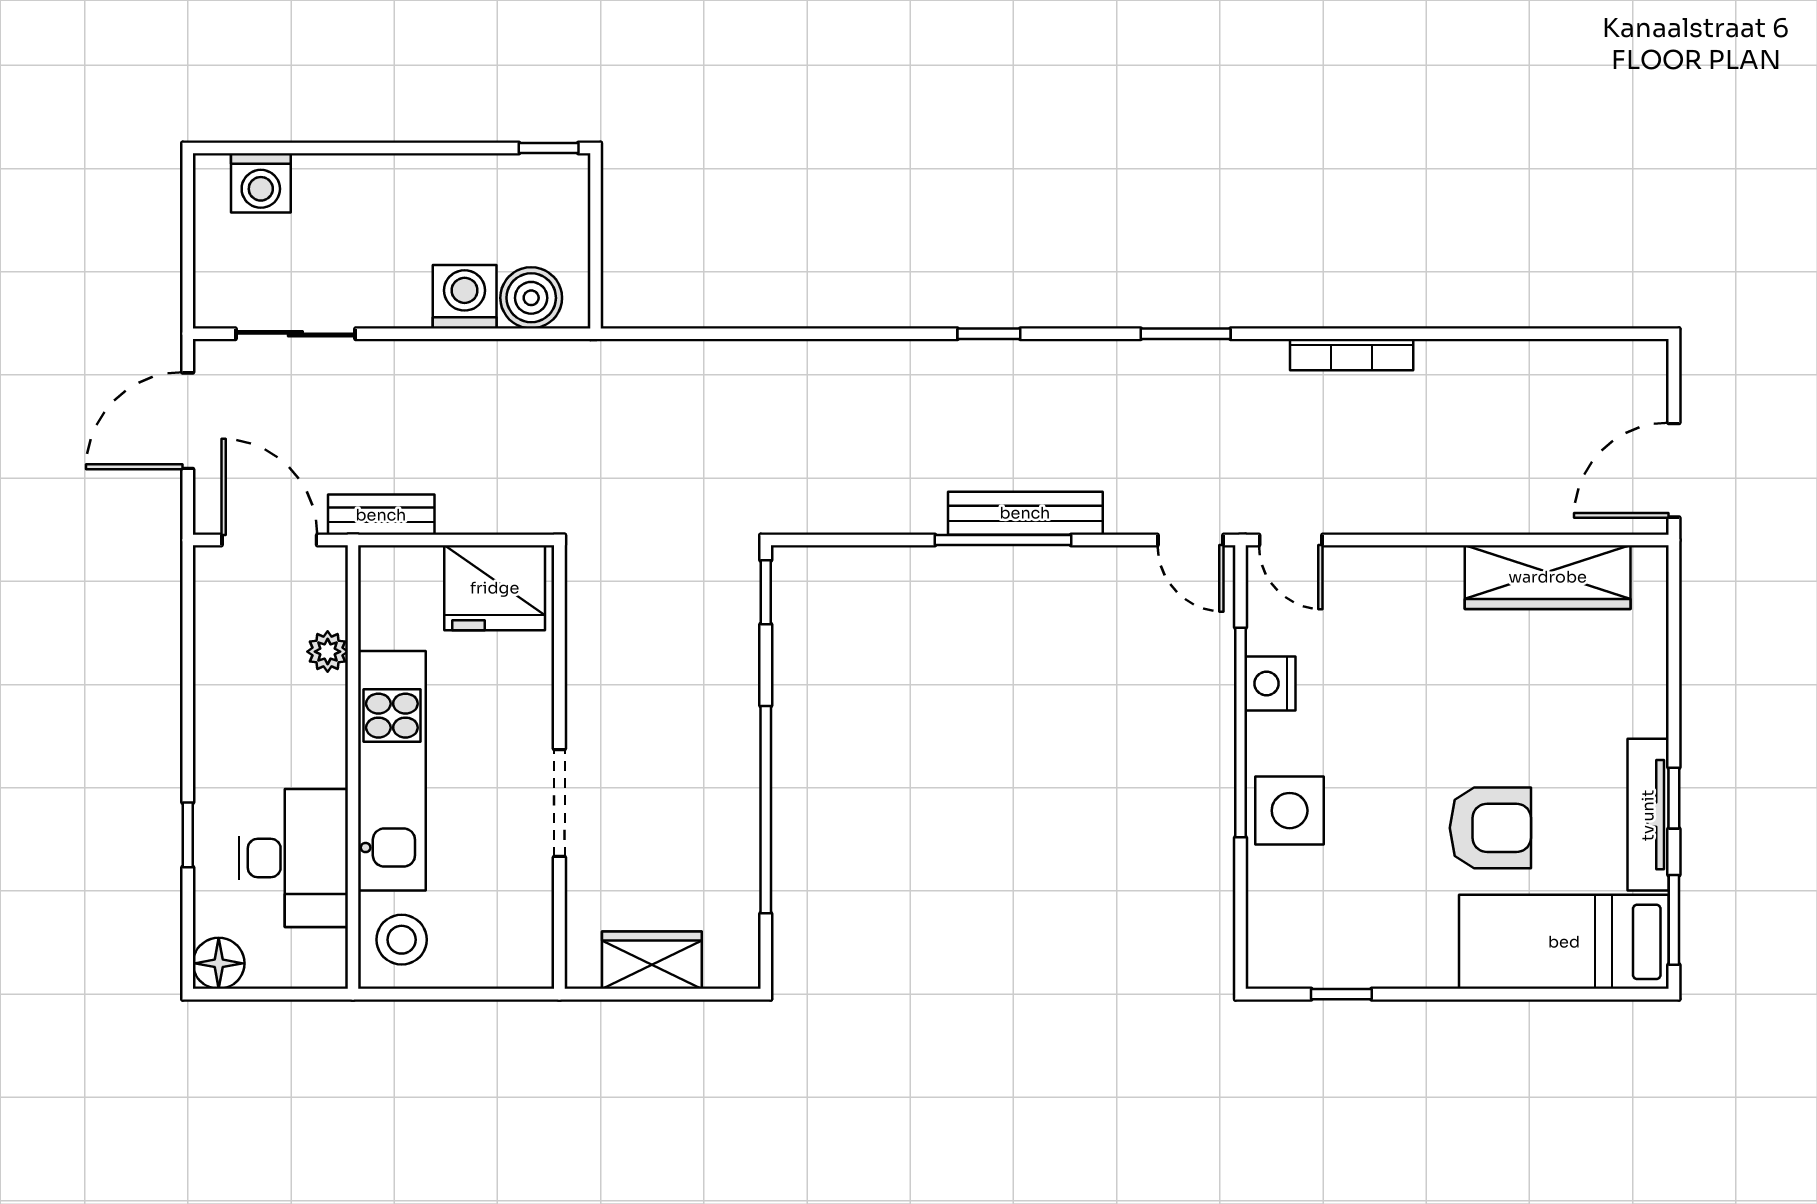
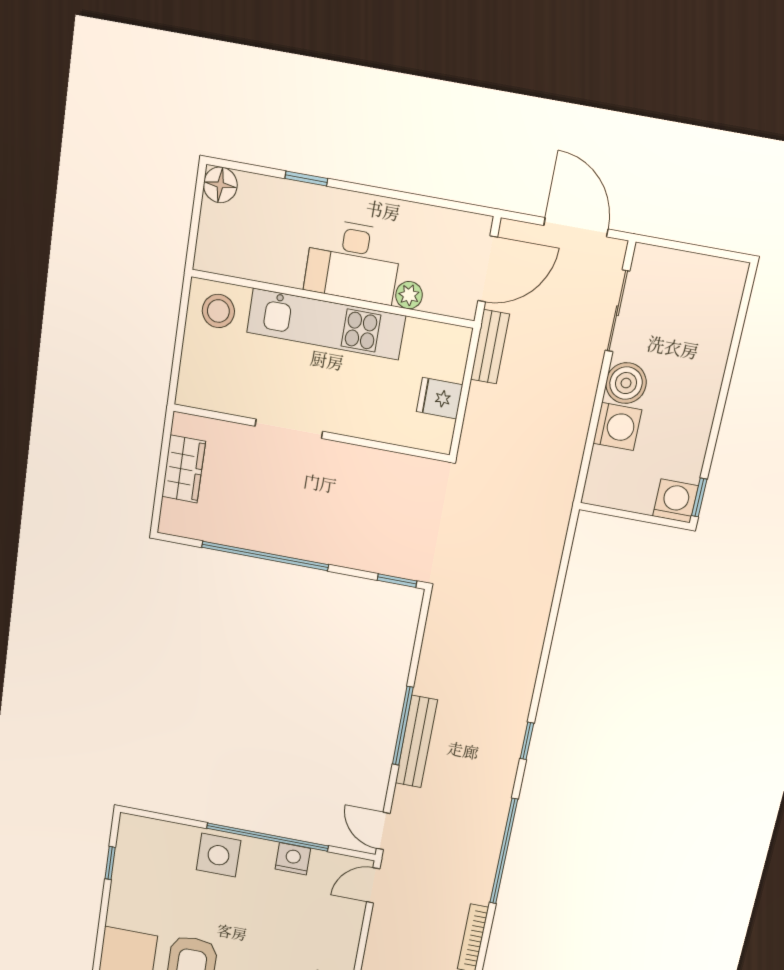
washing machine: (261, 183) -> (676, 501), moved, turned 90
boiler: (531, 298) -> (626, 383), moved
window: (1186, 334) -> (504, 851), width x2.11
door: (1191, 540) -> (383, 831), hinge flipped
fridge: (495, 588) -> (440, 398), width x0.53, depth x0.75
desk: (294, 858) -> (353, 261), moved

